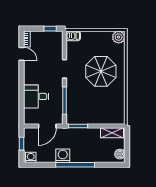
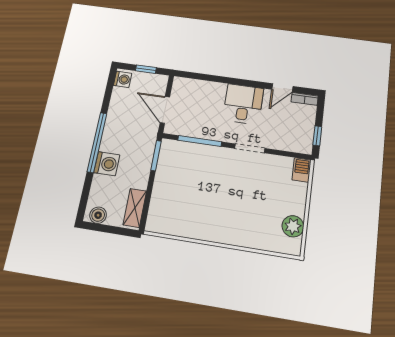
plant: (119, 37) -> (293, 226), moved
parasol: (101, 71) -> (237, 206), removed
desk: (36, 96) -> (243, 104), moved
washing machine: (63, 156) -> (107, 164), moved

